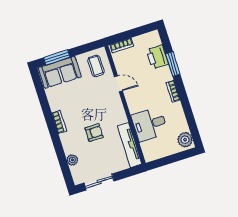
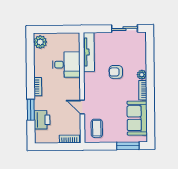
sofa: (60, 72) -> (137, 118), moved, turned -90
plant: (72, 160) -> (142, 75), moved

